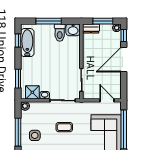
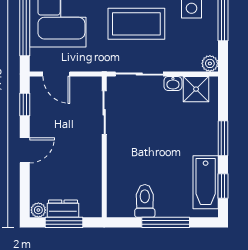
dresser: (91, 28) -> (63, 209), moved
washbasin: (73, 30) -> (120, 206), removed
window: (124, 36) -> (25, 104), moved
door: (124, 60) -> (25, 150), width x0.53
window: (18, 79) -> (223, 138), moved
coffee table: (64, 127) -> (136, 24), width x1.86, depth x1.72

